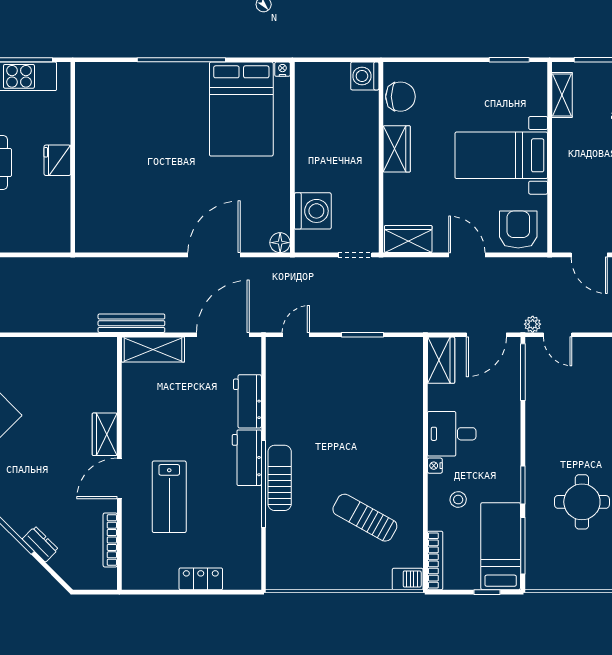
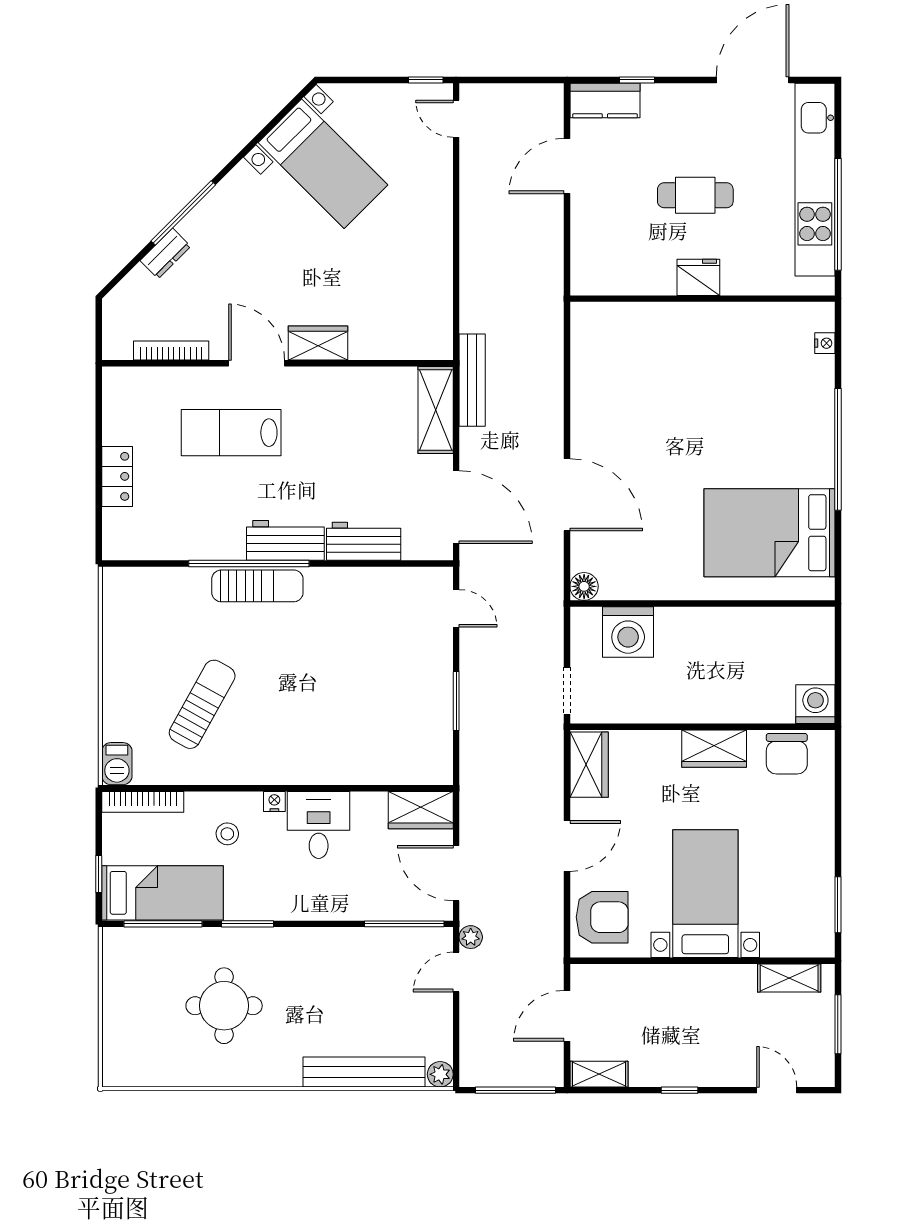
nightstand: (282, 69) -> (825, 343), moved

